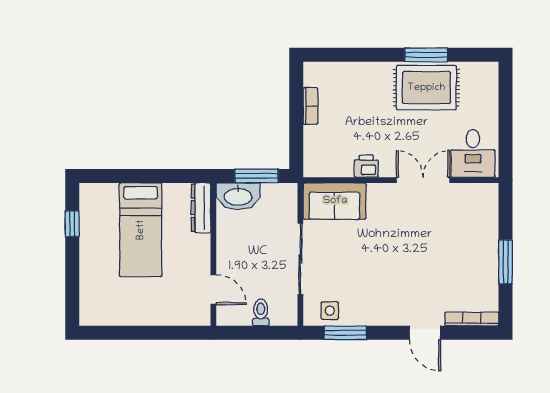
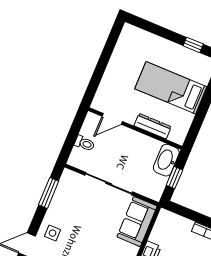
window: (257, 176) -> (174, 178), width x0.67
dresser: (201, 208) -> (153, 126), moved
side table: (330, 311) -> (53, 233), moved

